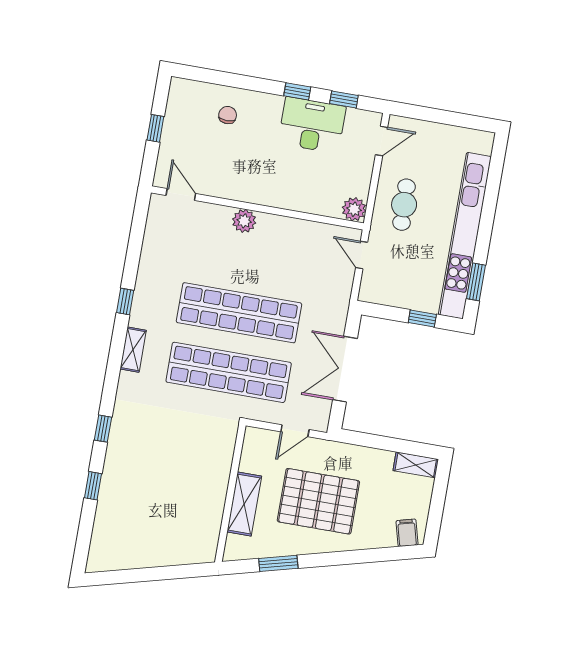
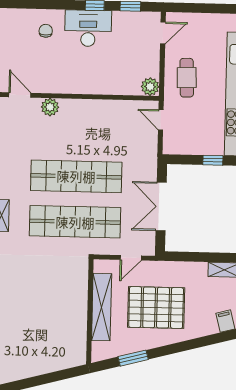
desk: (312, 125) -> (88, 28), moved
plant: (244, 221) -> (50, 107), moved
shelving: (244, 504) -> (102, 307), width x1.47

